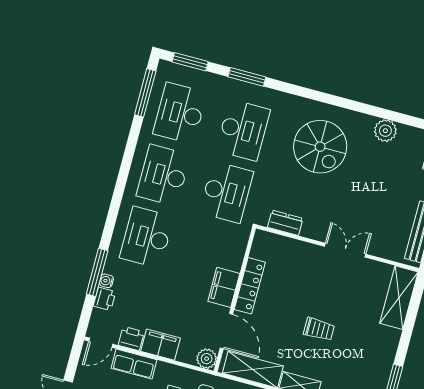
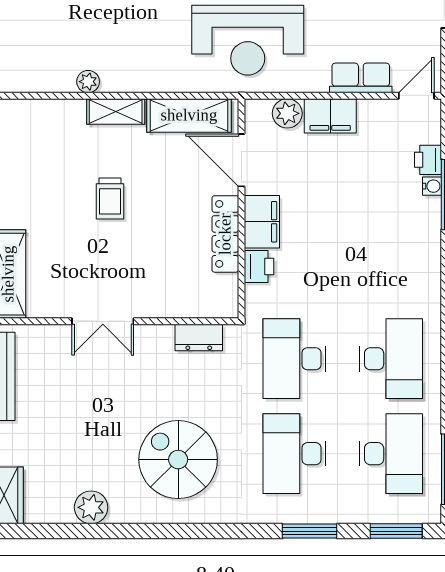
desk: (147, 237) -> (391, 264), removed
trolley: (319, 329) -> (110, 198), turned -90
printer: (131, 339) -> (259, 266), moved, turned -90
plant: (207, 359) -> (287, 113), moved

